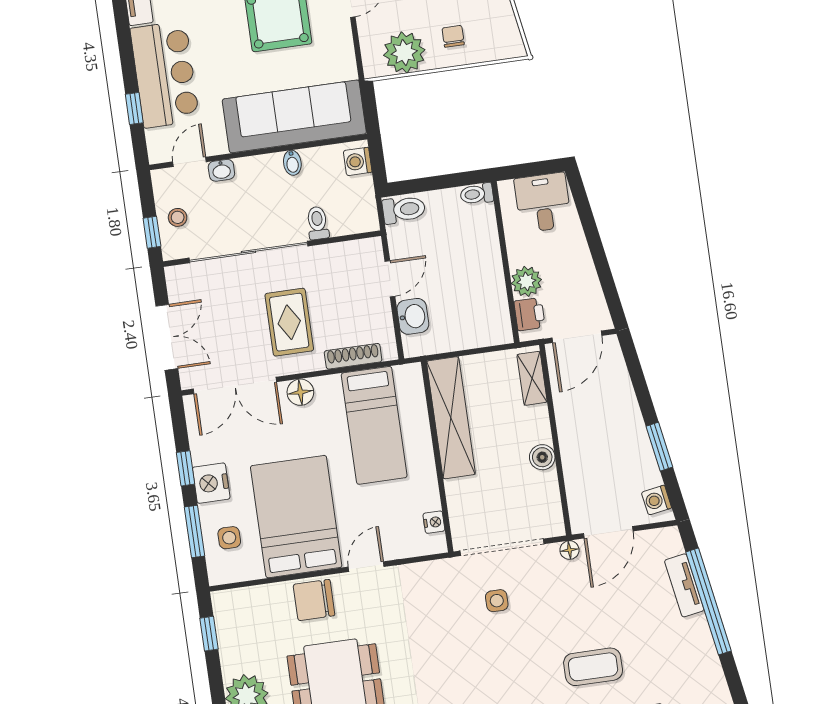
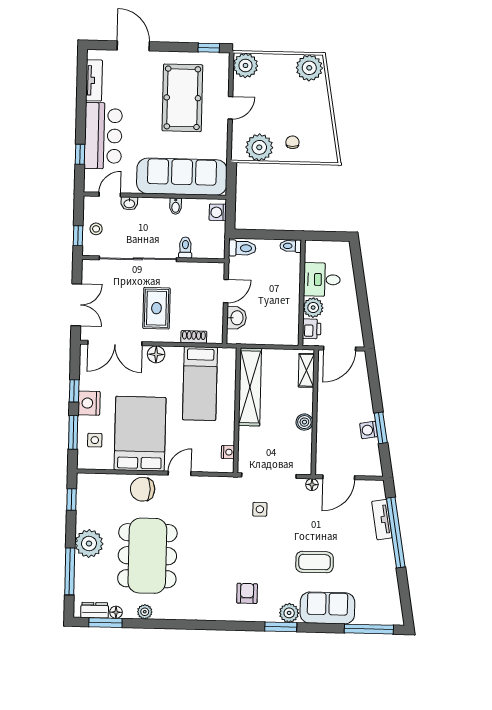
desk: (543, 203) -> (322, 280), moved, turned -90
shoe rack: (353, 356) -> (194, 337), width x0.70
washing machine: (656, 500) -> (369, 430), moved

